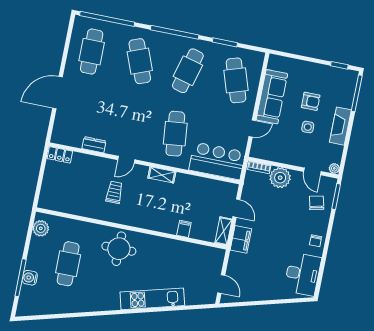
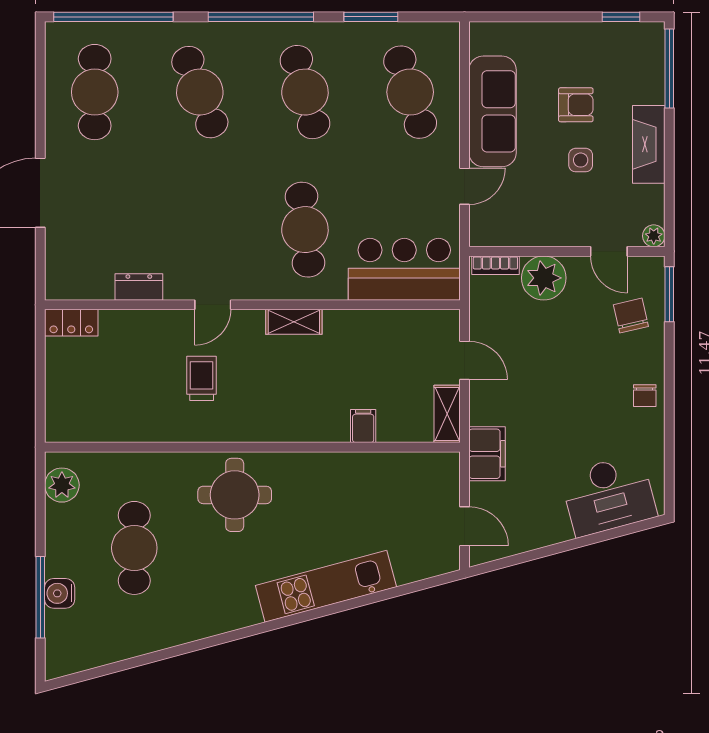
cafe table: (188, 71) -> (305, 92), turned -30
filing cabinet: (241, 239) -> (487, 454), moved
desk: (303, 274) -> (609, 495), moved, turned 75

